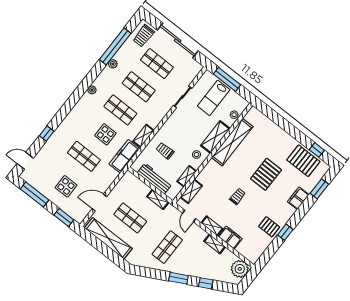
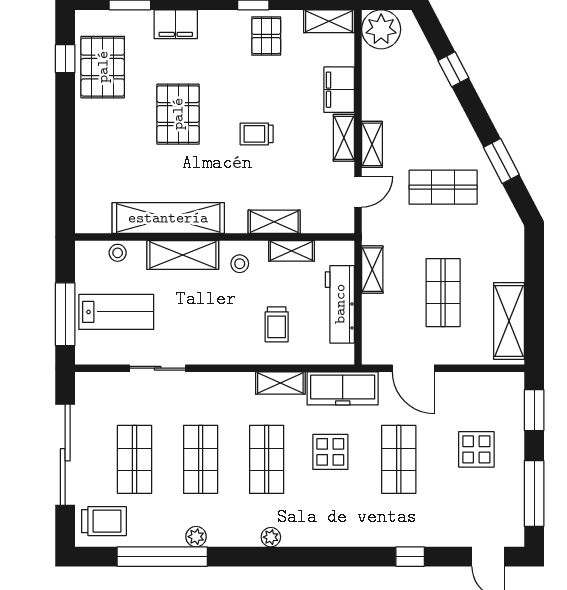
pallet: (266, 174) -> (178, 114), turned 90
shelving: (191, 191) -> (274, 222), moved
door: (99, 203) -> (413, 368), moved
shelving: (108, 238) -> (509, 321), width x0.68
shelving: (215, 244) -> (372, 144), moved
shelving: (257, 253) -> (329, 21), added
window: (178, 278) -> (501, 161), moved

